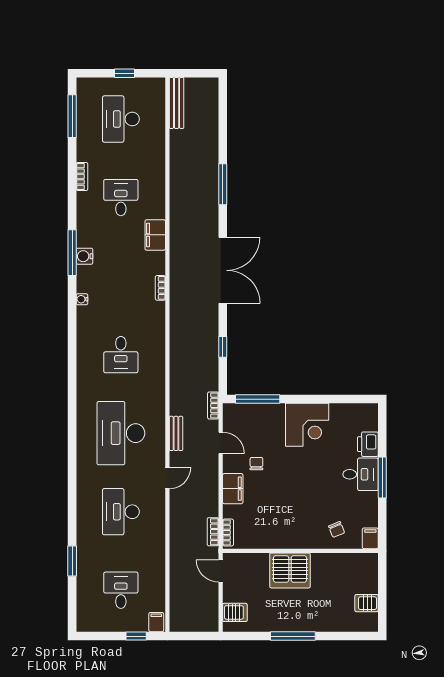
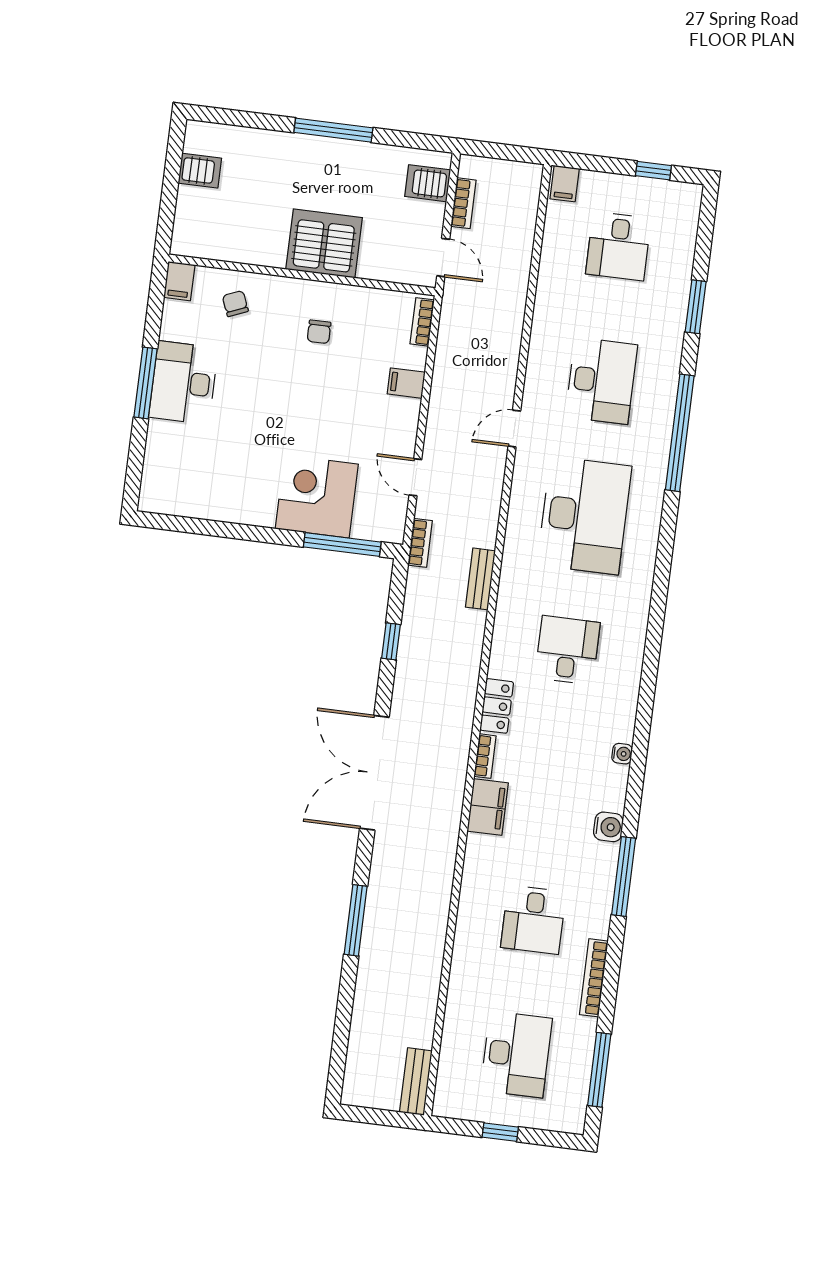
bench: (177, 103) -> (416, 1082), width x0.73
bookcase: (82, 177) -> (594, 978), width x1.56
filing cabinet: (155, 235) -> (488, 807), moved
window: (72, 253) -> (624, 877), moved
locker: (157, 317) -> (497, 706), added
corner desk: (307, 425) -> (317, 496), moved
bench: (176, 433) -> (480, 579), moved
printer: (368, 444) -> (163, 443), removed
chair: (256, 464) -> (319, 332), moved
desk: (361, 474) -> (183, 383), width x1.37
window: (72, 488) -> (680, 433), added
filing cabinet: (233, 489) -> (406, 383), width x0.50
bookcase: (213, 532) -> (463, 203), moved
window: (136, 636) -> (653, 171), moved

